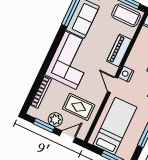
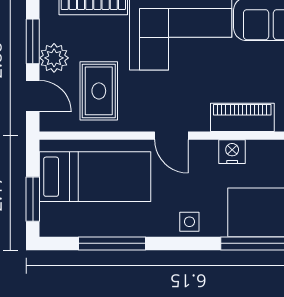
nightstand: (126, 74) -> (232, 152), moved
door: (113, 85) -> (171, 136), swing flipped

